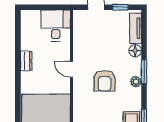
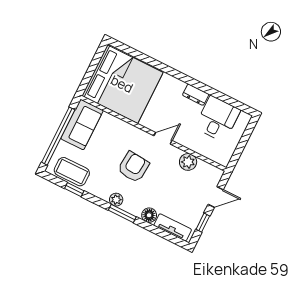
desk: (56, 26) -> (217, 119), moved, turned -90
plant: (80, 41) -> (188, 162), added
armchair: (105, 81) -> (133, 167), turned 95

